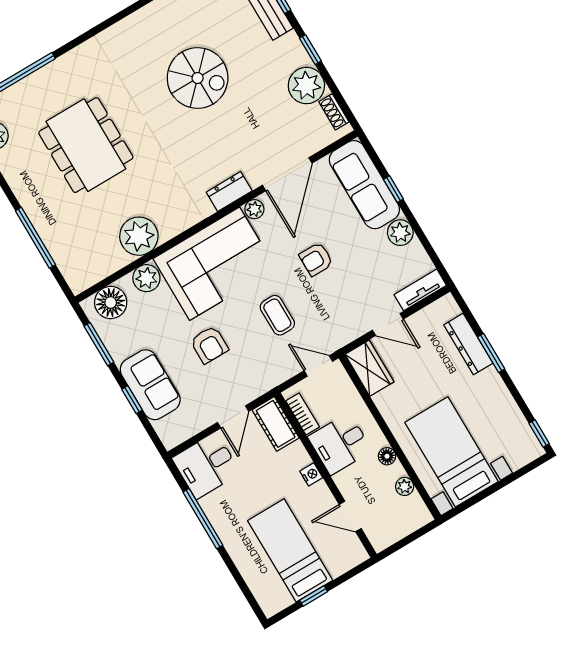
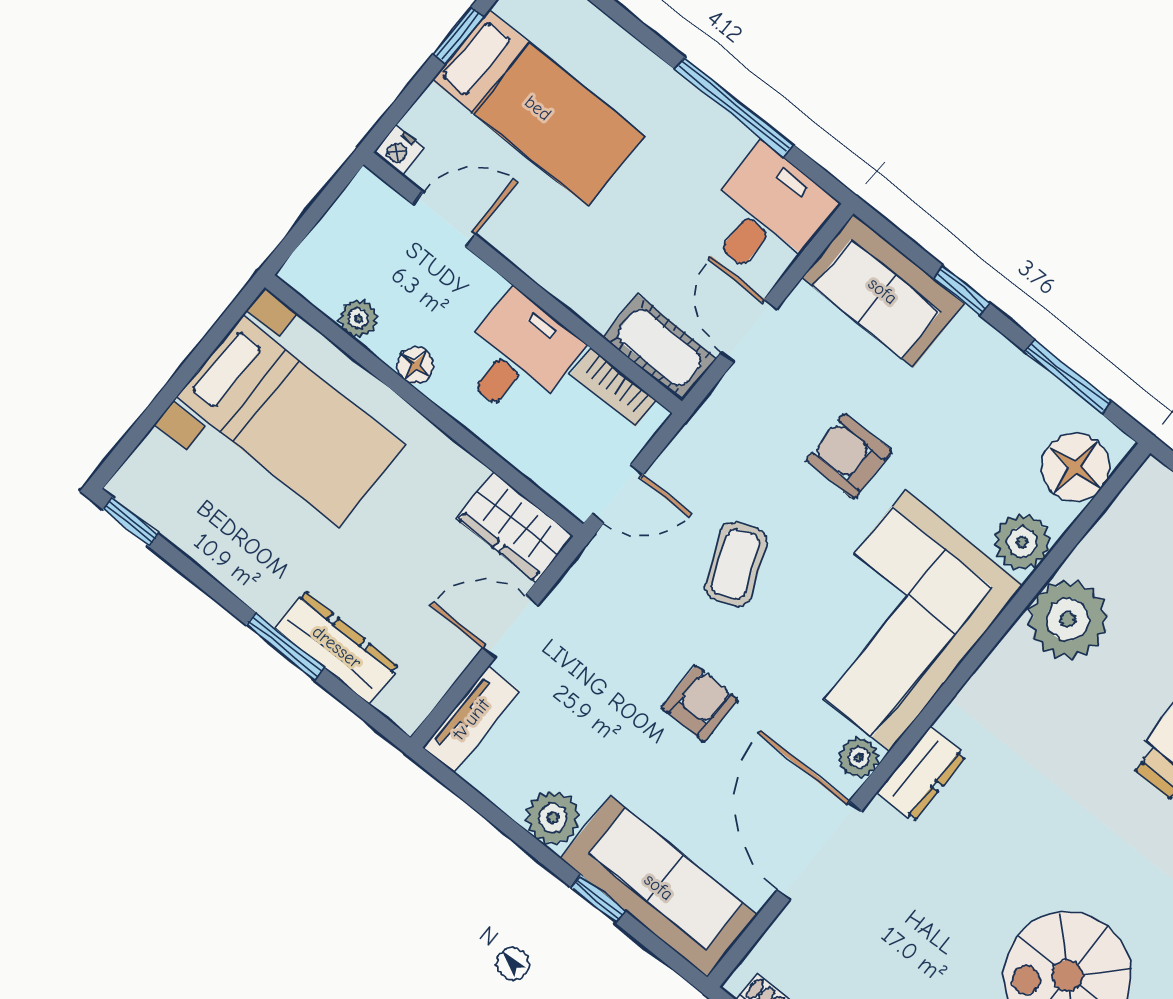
coffee table: (277, 315) -> (736, 564), turned 67
sofa: (150, 385) -> (883, 291), moved
nightstand: (311, 474) -> (399, 150), moved

